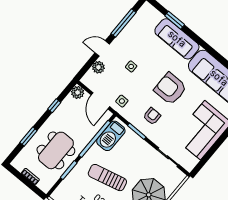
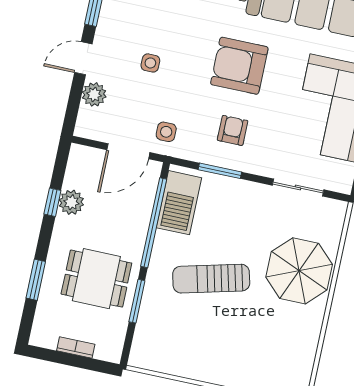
plant: (78, 92) -> (71, 202), moved
door: (100, 101) -> (128, 151), hinge flipped
dining table: (56, 150) -> (96, 279), width x0.73

